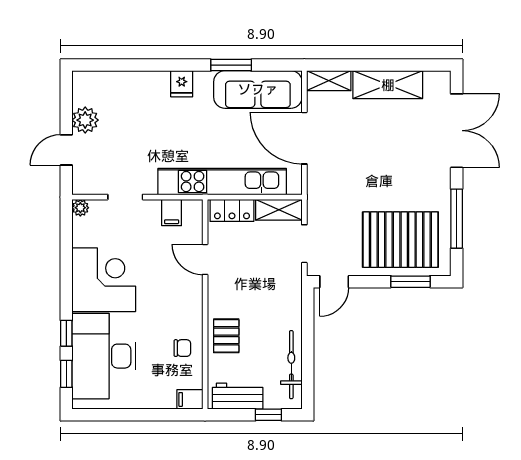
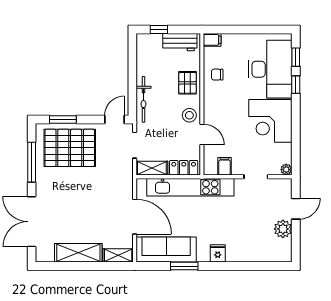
stool: (224, 288) -> (189, 115), added
bicycle: (291, 365) -> (144, 99), moved

